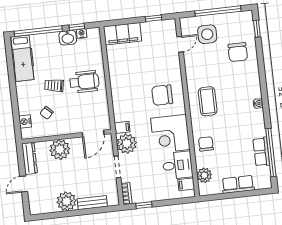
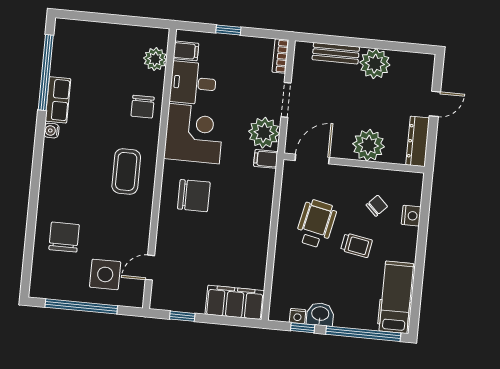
window: (257, 29) -> (27, 267), removed
wheelchair: (84, 82) -> (316, 224), moved, turned 102
water cooler: (258, 104) -> (51, 131), moved
nightstand: (25, 122) -> (411, 216), moved
row of seats: (261, 152) -> (58, 100), moved
row of seats: (238, 184) -> (106, 34), removed
window: (144, 205) -> (228, 30), moved

